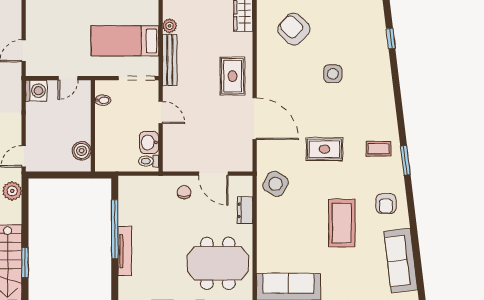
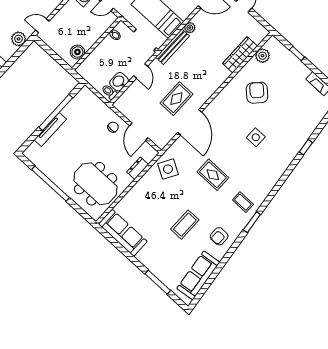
rug: (233, 76) -> (176, 99), moved
coffee table: (342, 223) -> (185, 225), width x0.73, depth x0.76

